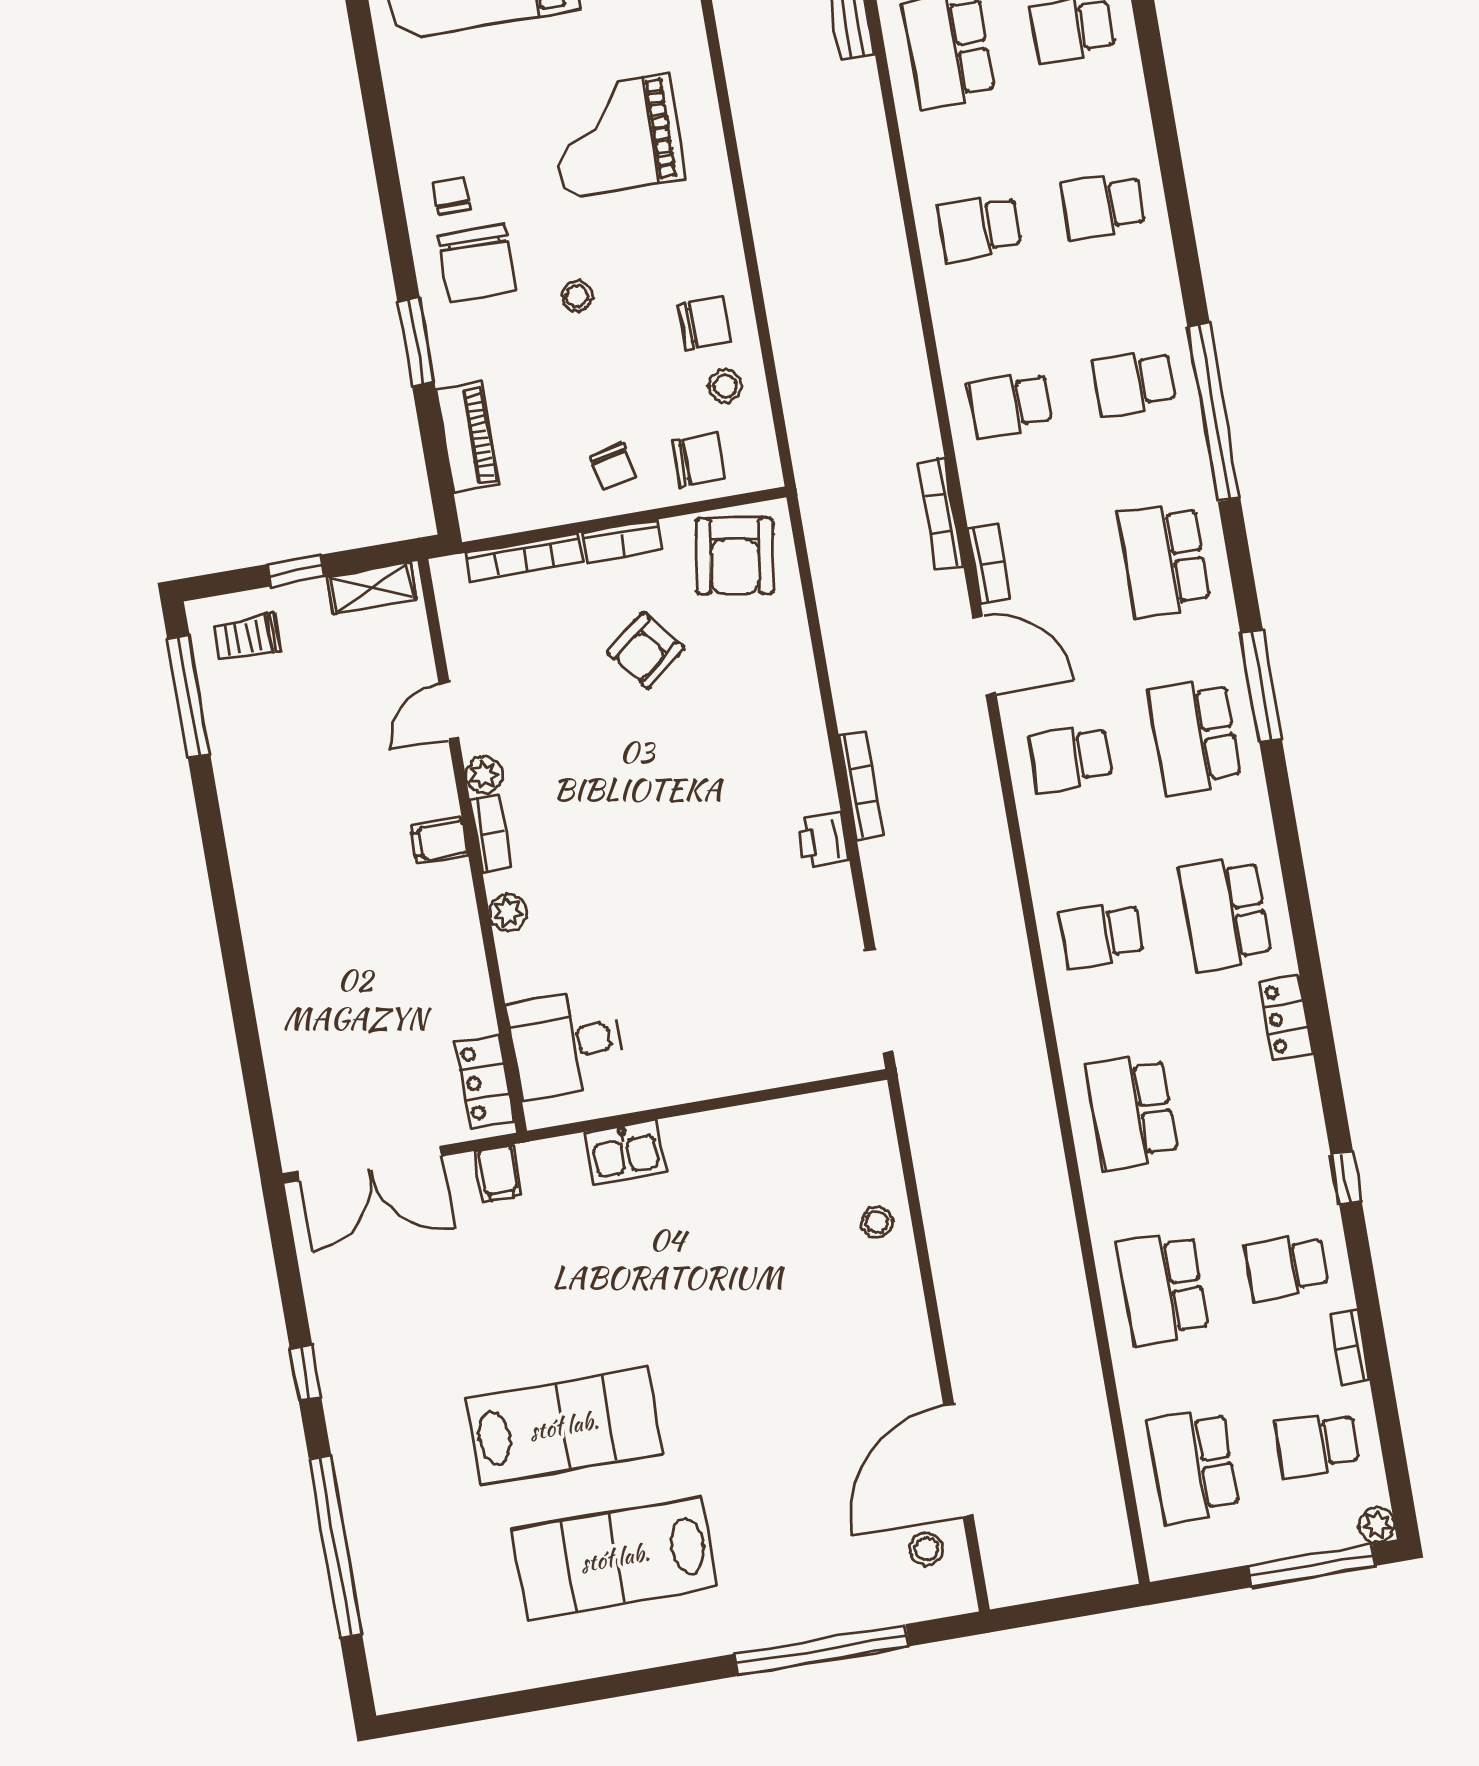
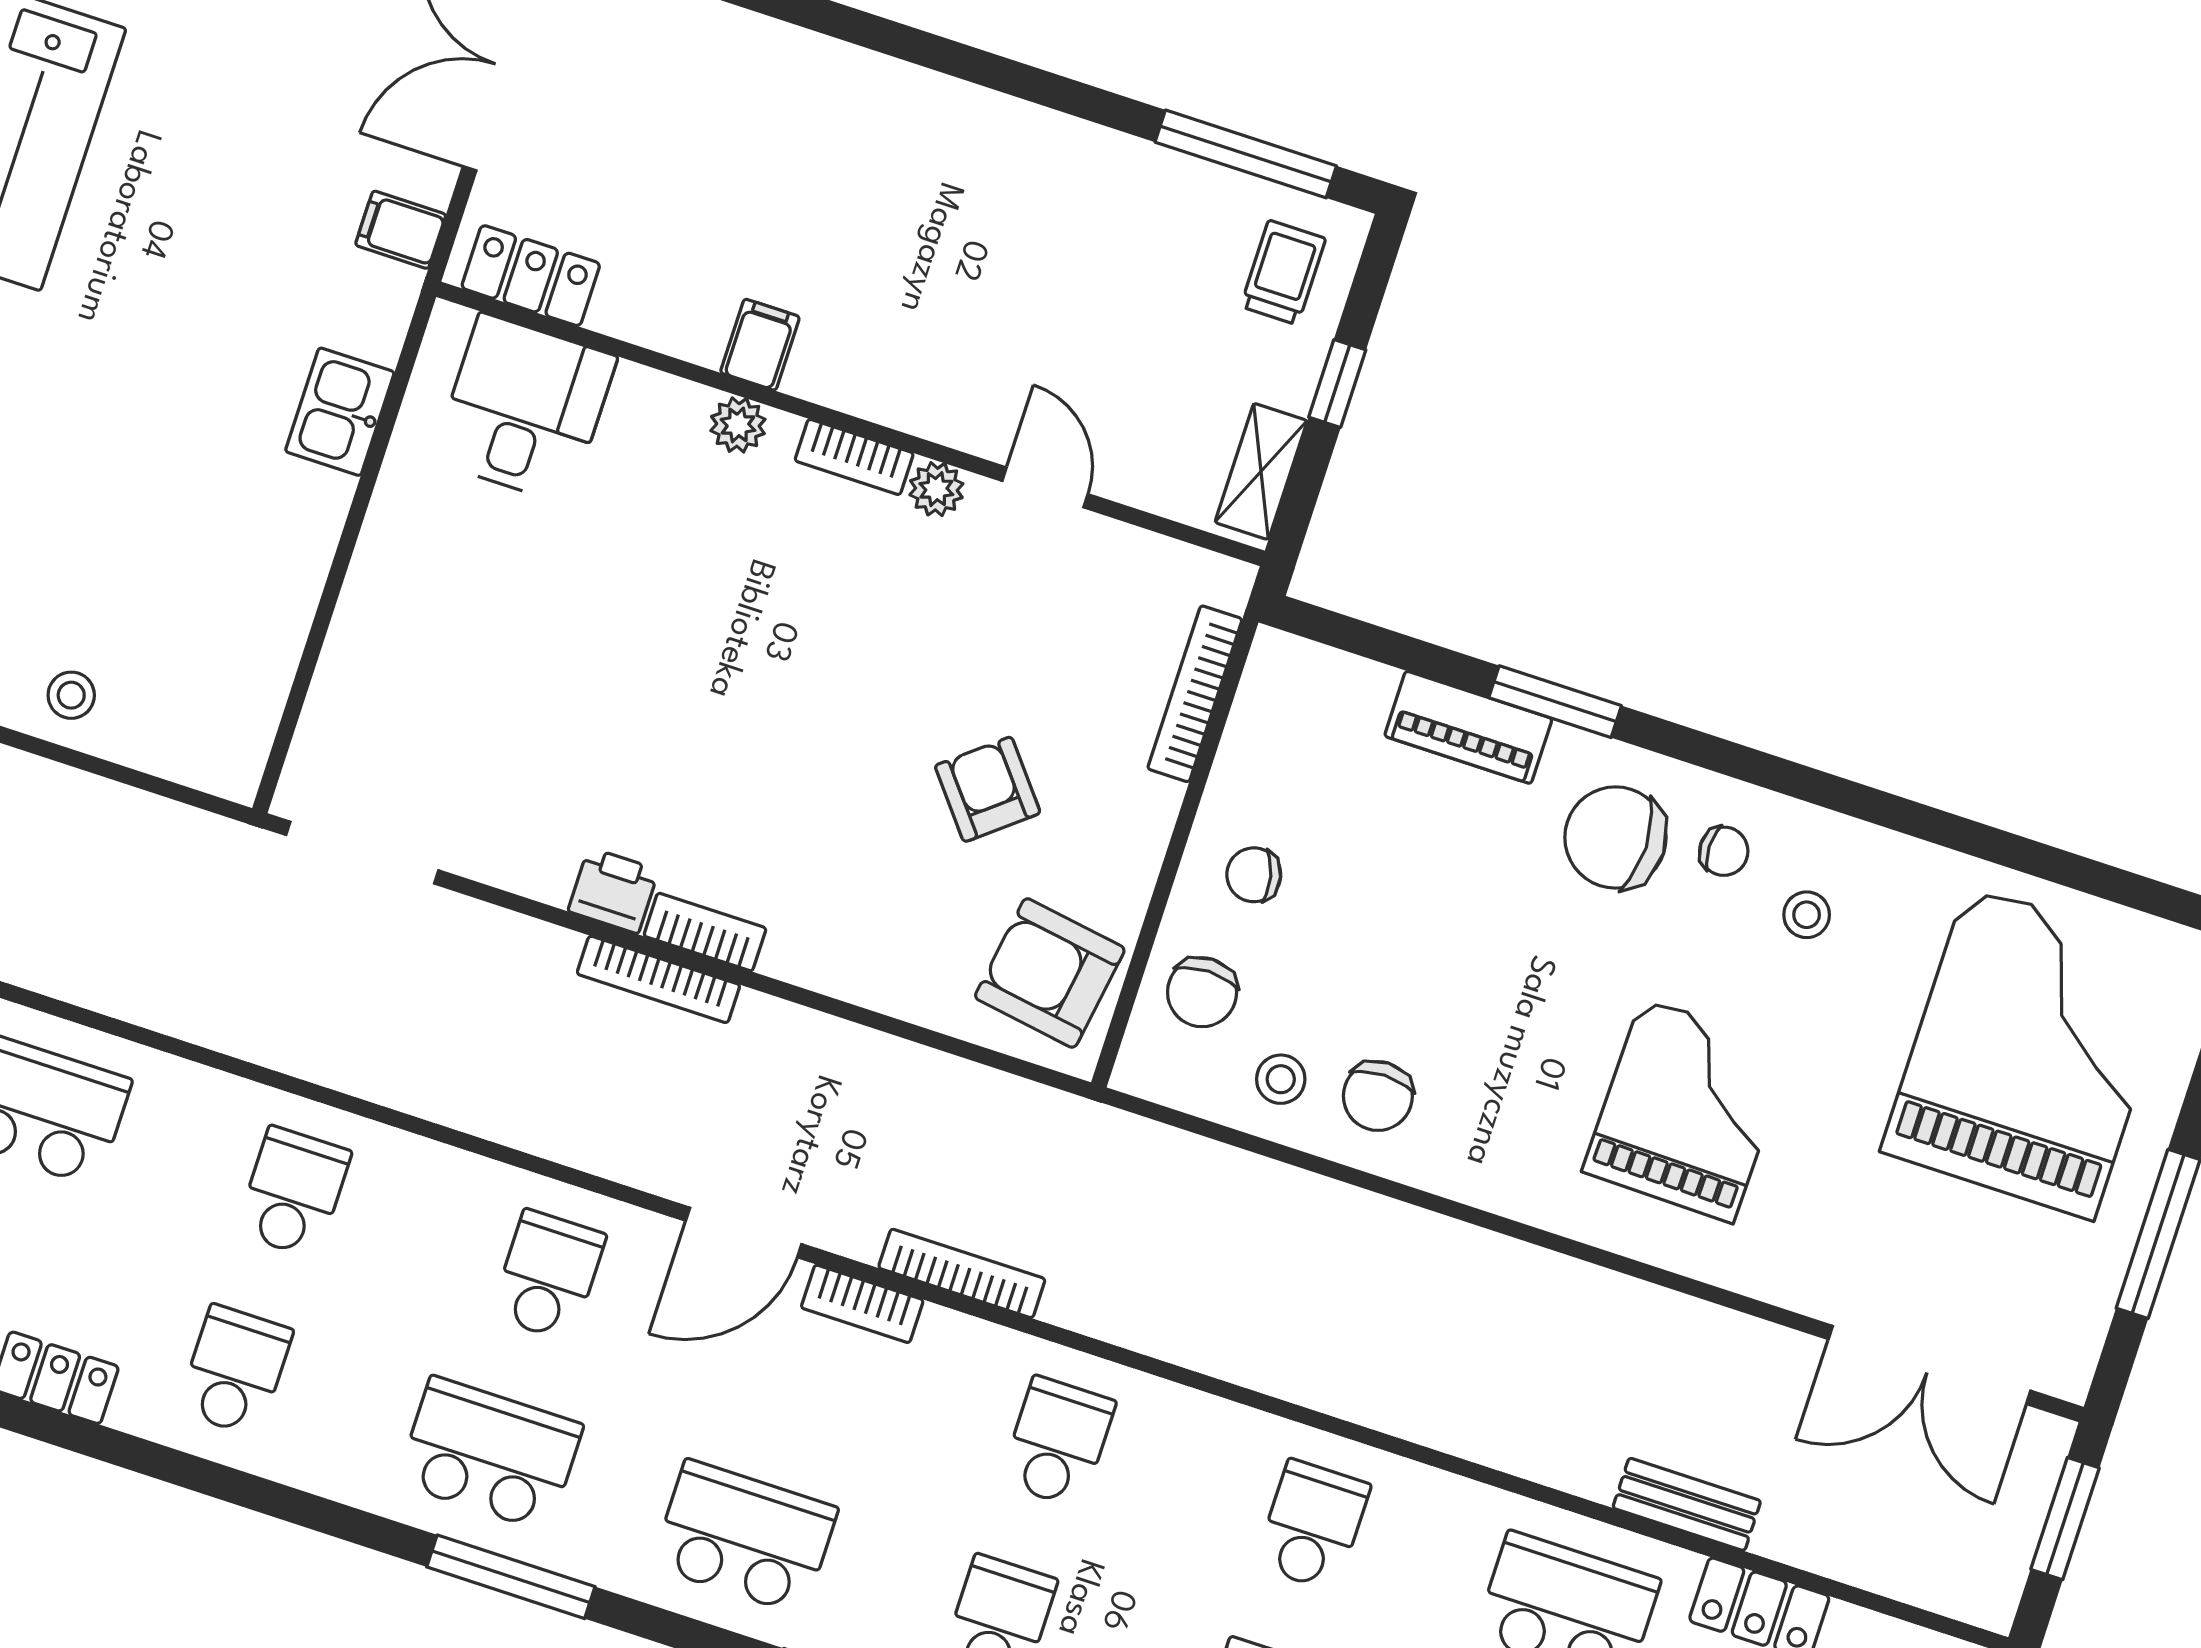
stool: (577, 296) -> (1807, 915), moved
piano: (467, 437) -> (1468, 727), moved
bookcase: (622, 541) -> (705, 932), moved, turned 90
filing cabinet: (439, 841) -> (760, 345), moved
school desk: (1225, 914) -> (235, 1371), width x0.54

